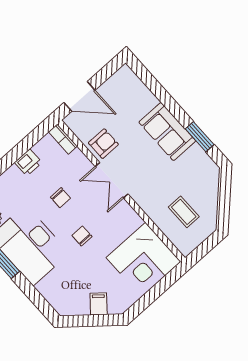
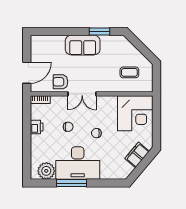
armchair: (103, 144) -> (60, 82), turned -90
filing cabinet: (99, 304) -> (137, 155), width x2.00

